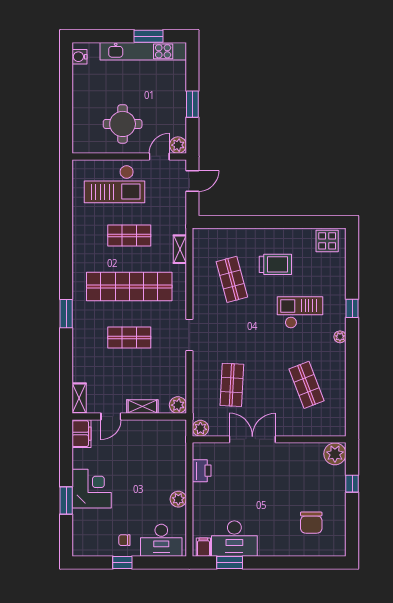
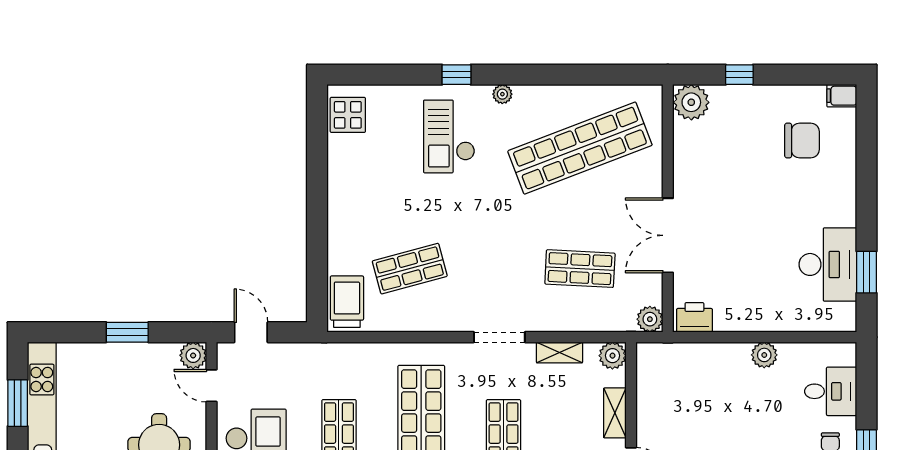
shelving: (180, 249) -> (559, 352), moved
trolley: (275, 264) -> (347, 302), moved
checkout: (300, 312) -> (449, 136), moved
shop shelf: (307, 385) -> (580, 148), width x2.00, depth x1.36
printer: (202, 471) -> (694, 317), moved
desk: (161, 540) -> (831, 391), width x0.73
filing cabinet: (203, 547) -> (842, 96), moved

